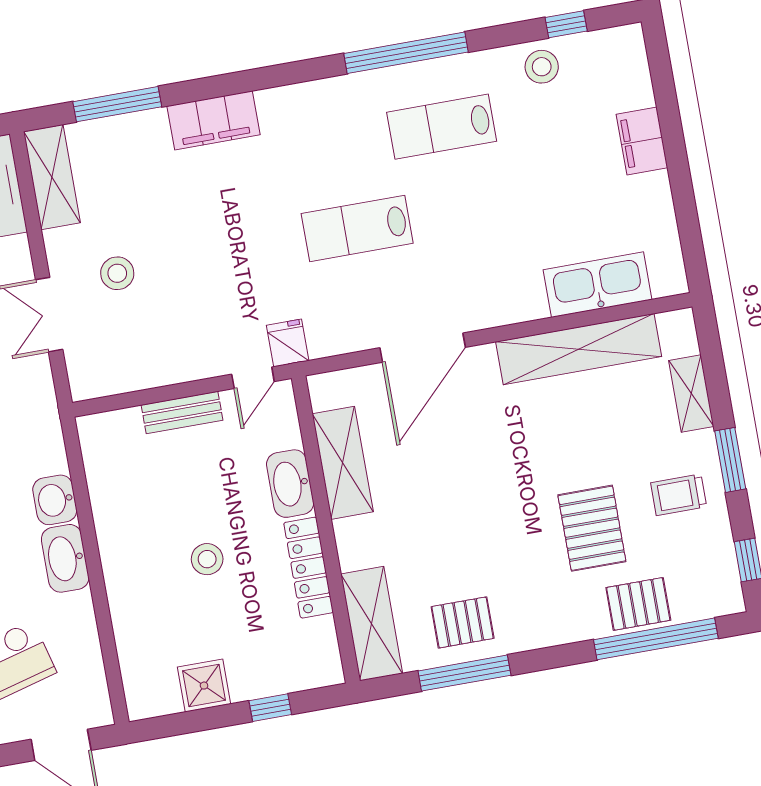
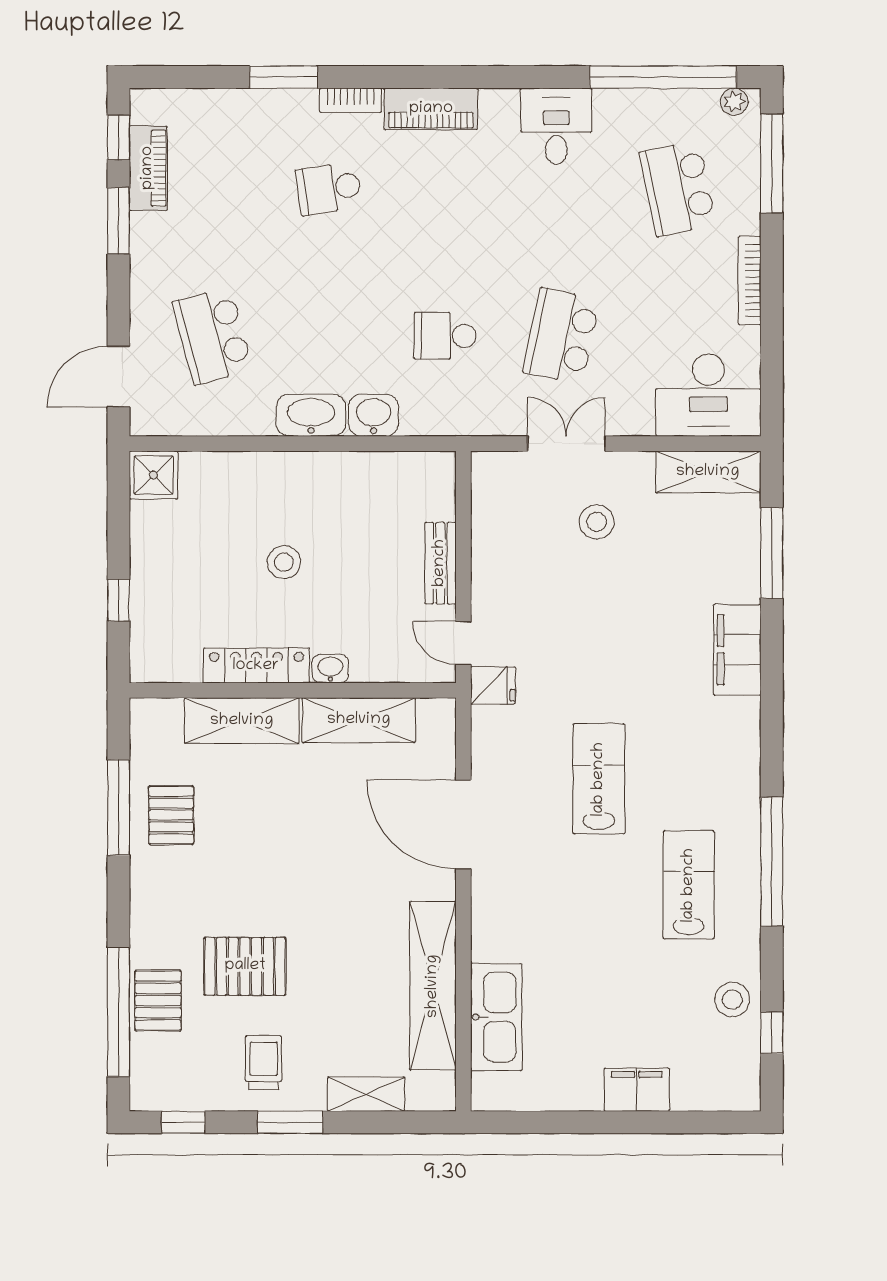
washbasin: (290, 484) -> (330, 669), width x0.52, depth x0.69
shelving: (372, 624) -> (242, 721), moved
shower: (204, 686) -> (154, 475), moved

